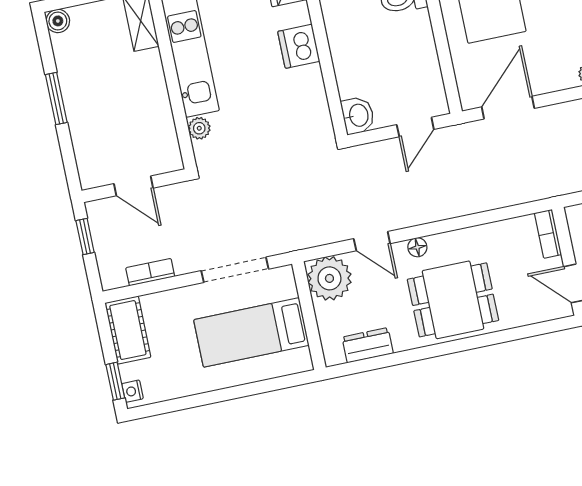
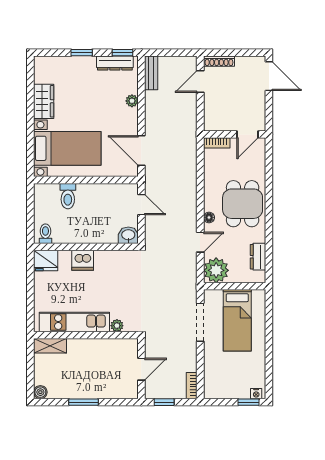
bookcase: (150, 272) -> (192, 386), moved
cot: (128, 330) -> (221, 389), removed

